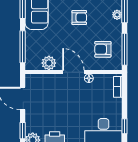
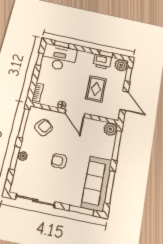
armchair: (103, 49) -> (44, 127), turned -53
plant: (49, 63) -> (110, 129), moved
rug: (56, 105) -> (96, 89), added

